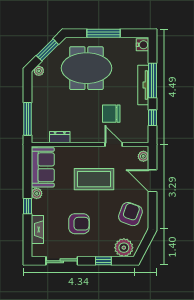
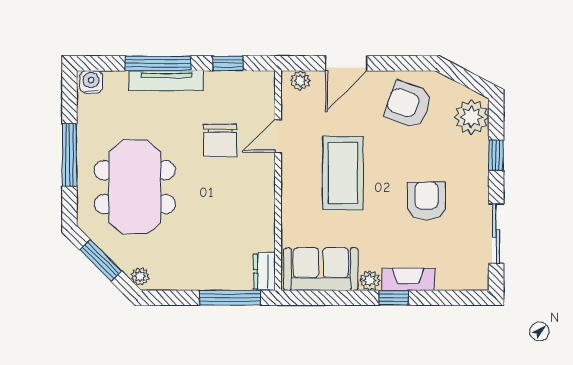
dresser: (60, 137) -> (264, 271), moved
fireplace: (37, 230) -> (408, 279), moved

